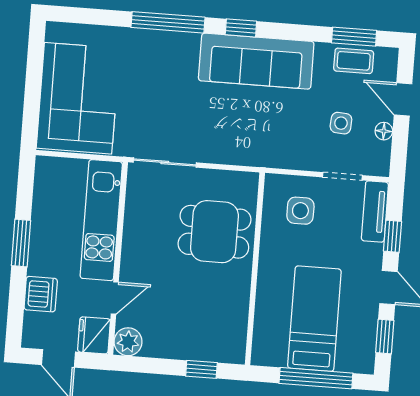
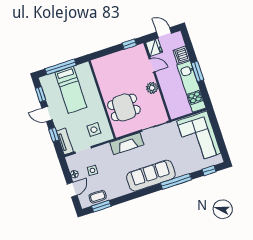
window: (241, 28) -> (209, 171), moved
sofa: (256, 61) -> (151, 176), moved
door: (403, 99) -> (72, 190), hinge flipped
fireplace: (241, 150) -> (127, 144), added
kitchen unit: (101, 220) -> (191, 86), moved, turned 180
door: (115, 298) -> (152, 65), swing flipped
plant: (128, 342) -> (152, 88), moved
window: (201, 369) -> (129, 44), moved

